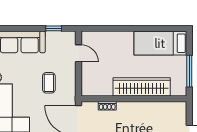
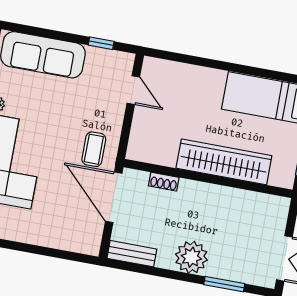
coffee table: (49, 83) -> (94, 149), moved

